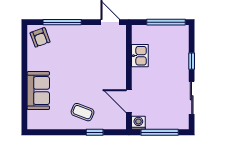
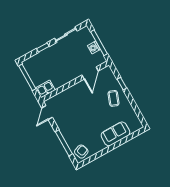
kitchen sink: (140, 56) -> (45, 89), moved
washing machine: (138, 123) -> (94, 48), moved

